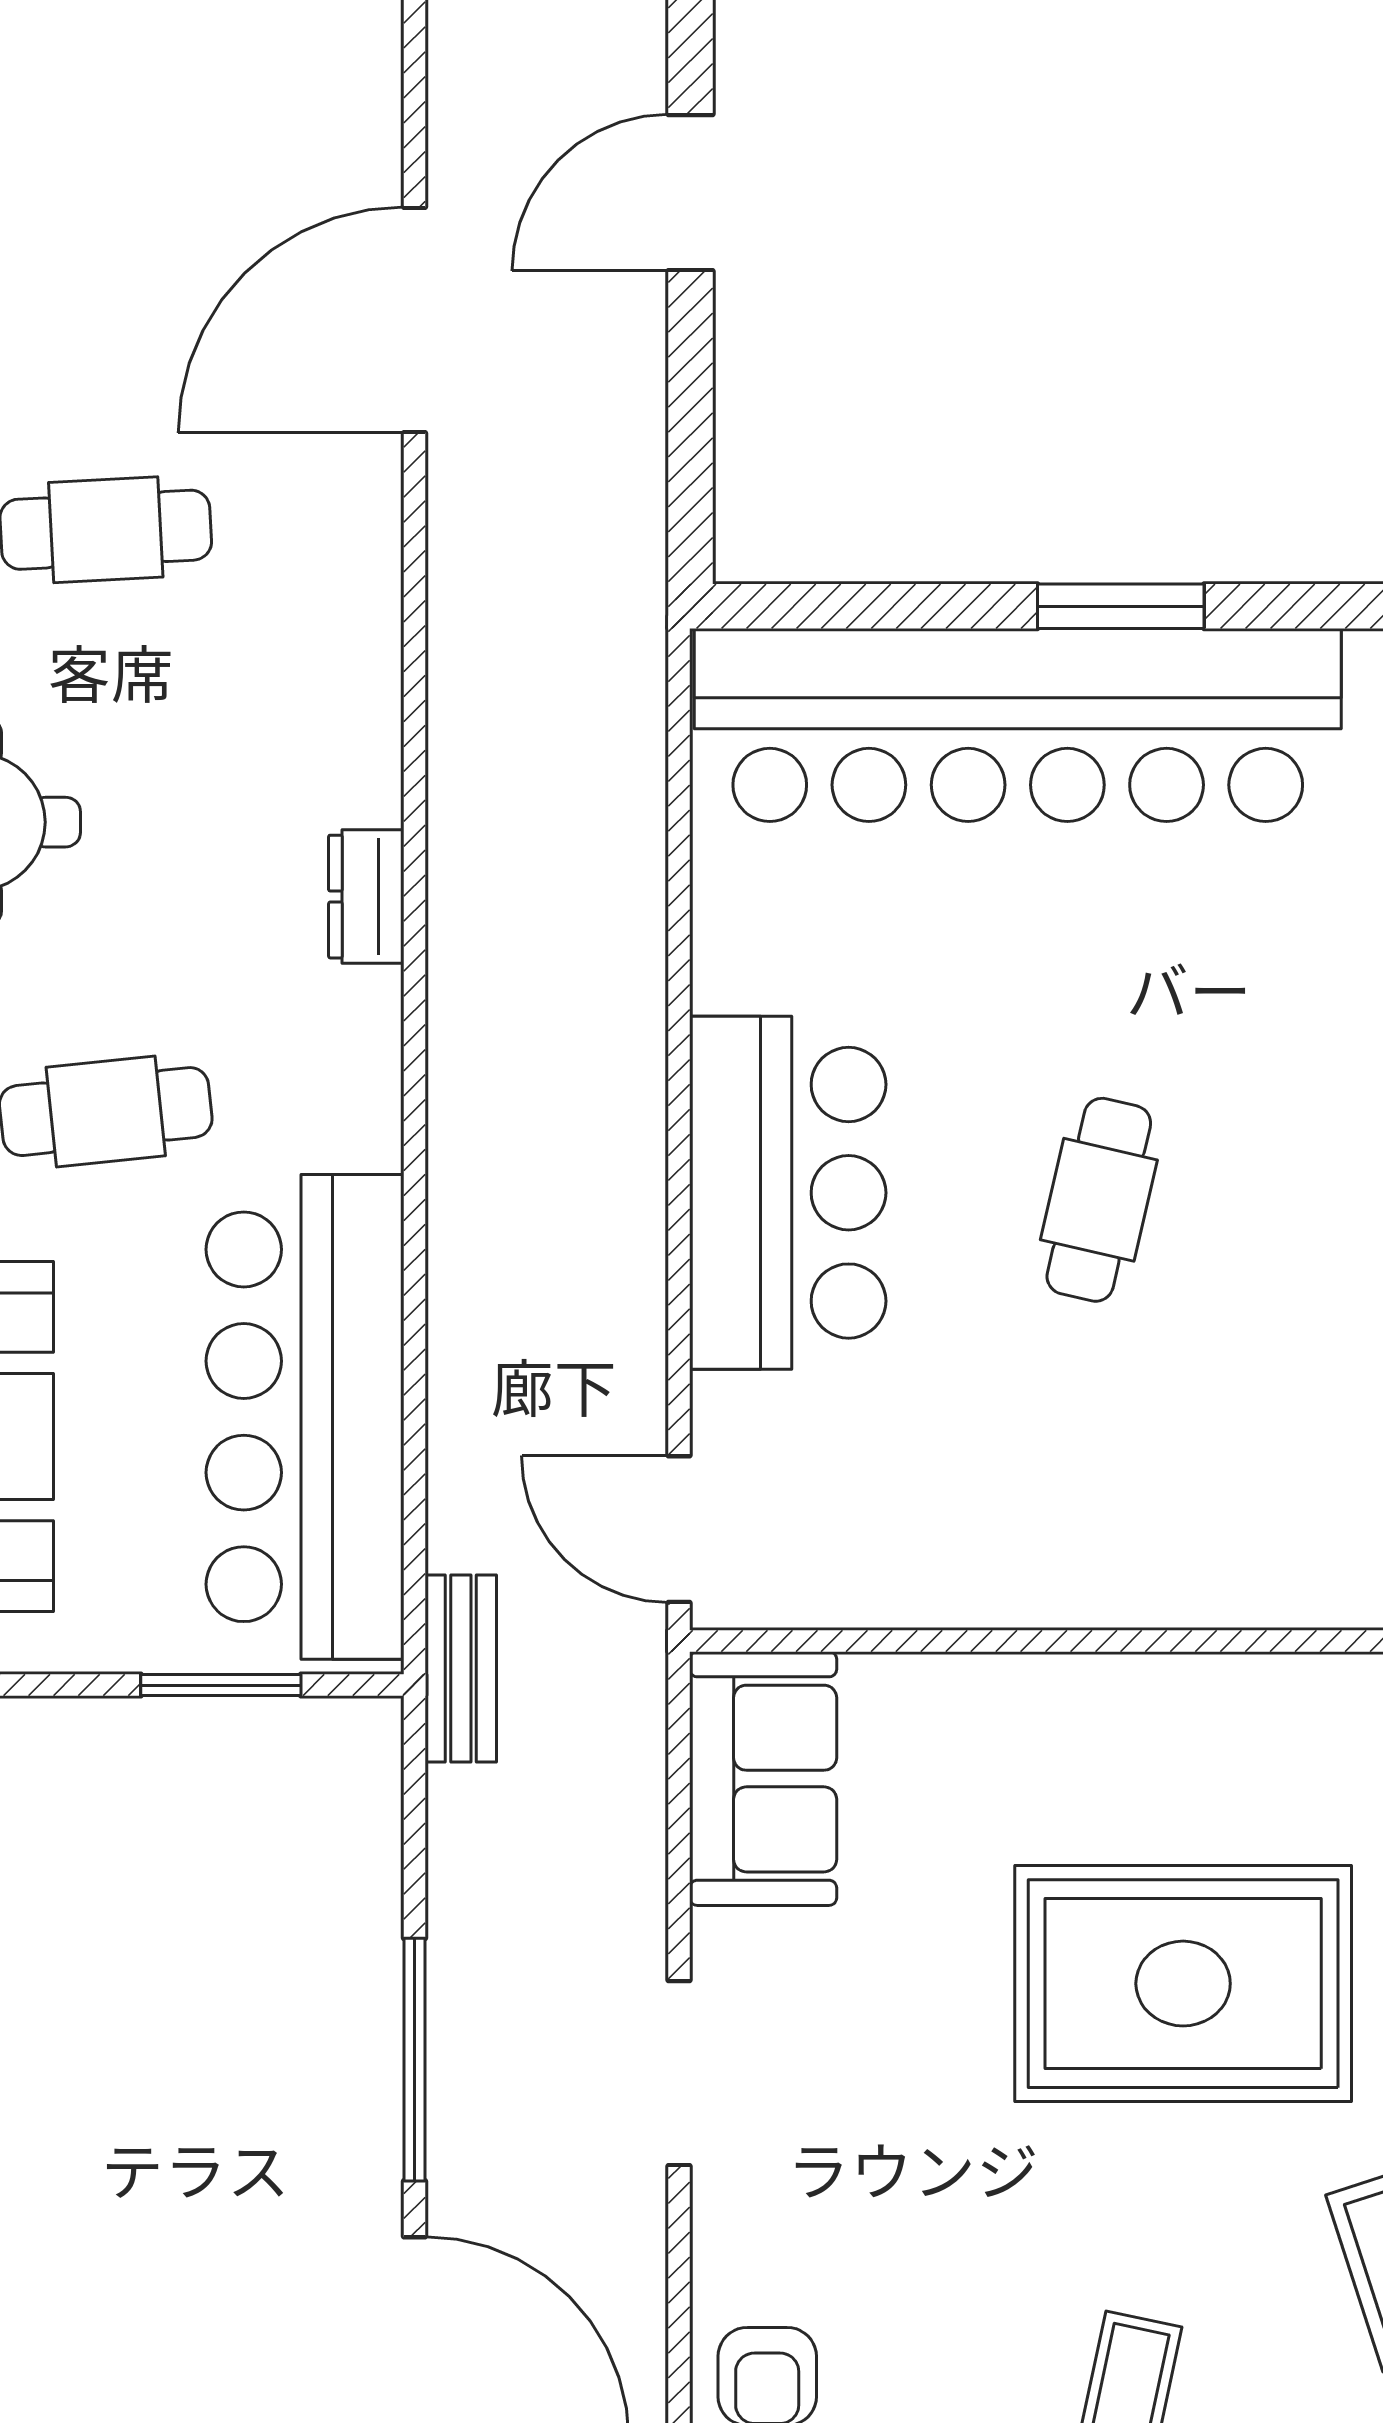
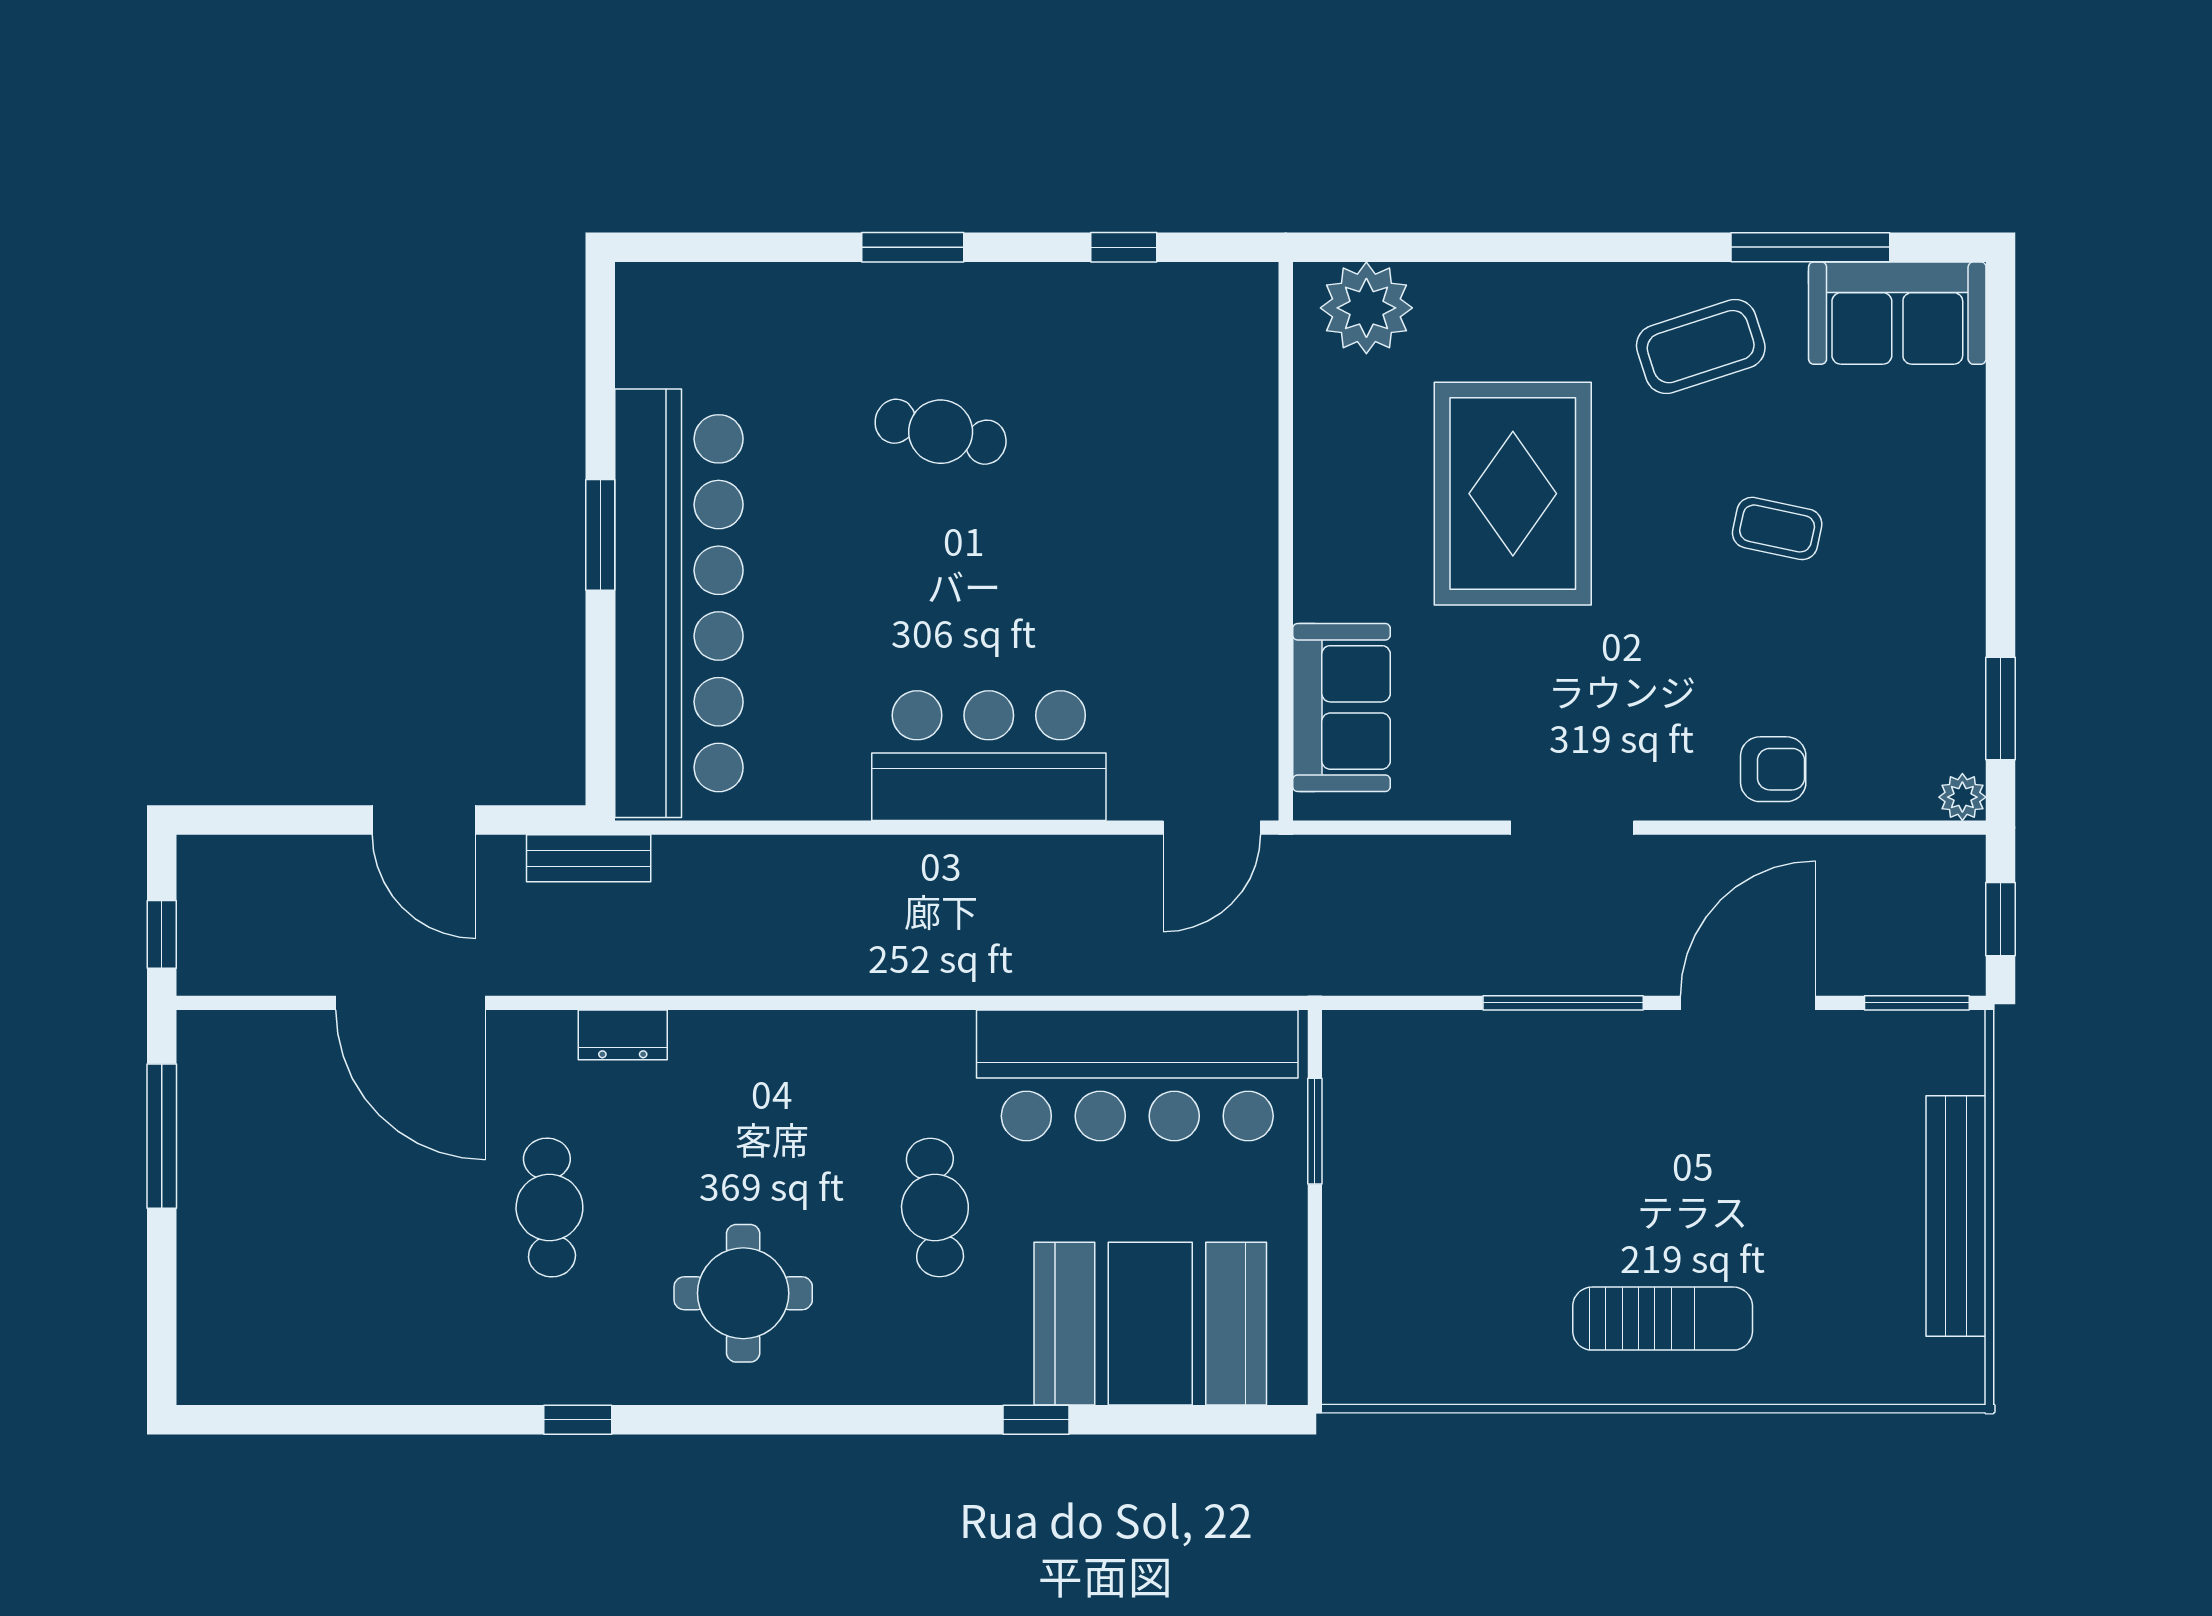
door: (691, 193) -> (424, 820), moved
dresser: (366, 897) -> (623, 1035), moved
cafe table: (1099, 1200) -> (941, 432), moved
bench: (461, 1668) -> (589, 858), moved
sofa: (763, 1779) -> (1341, 707), moved, turned 90

